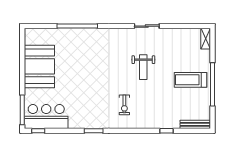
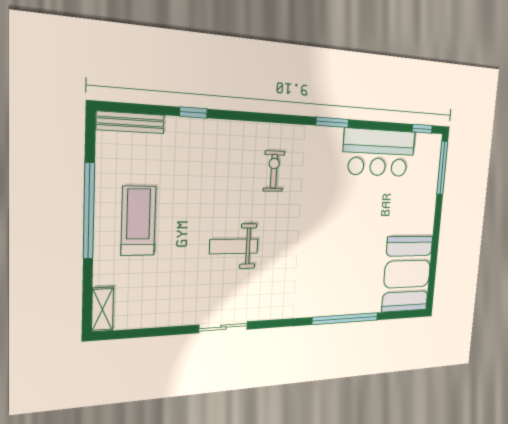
booth: (39, 66) -> (407, 274), moved
weight bench: (143, 67) -> (234, 246), turned -90
treadmill: (190, 80) -> (138, 221), turned -90
bar counter: (46, 117) -> (379, 153), moved

